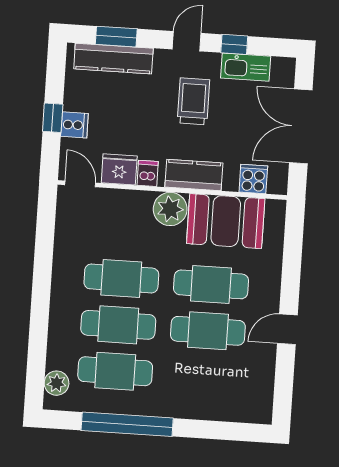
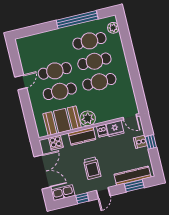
kitchen sink: (246, 67) -> (63, 193), moved

